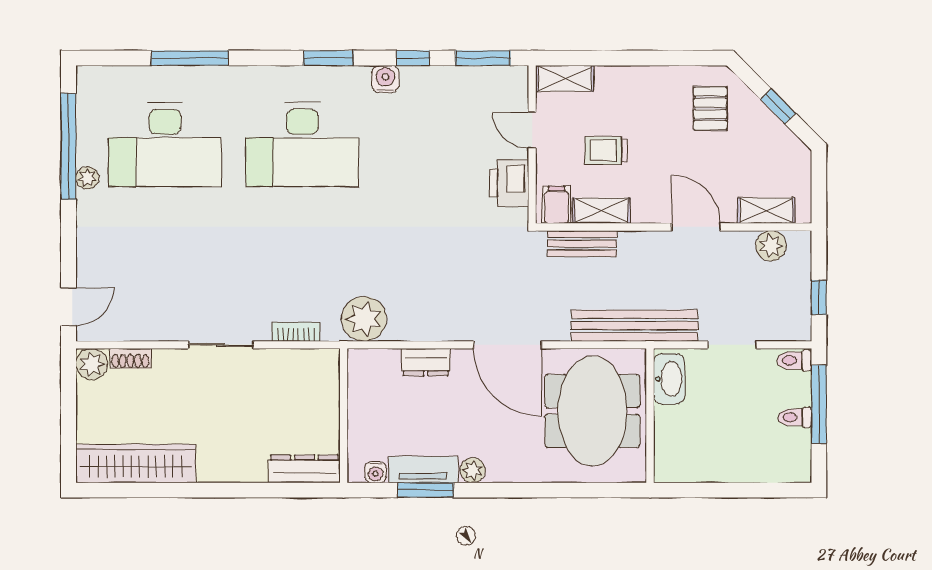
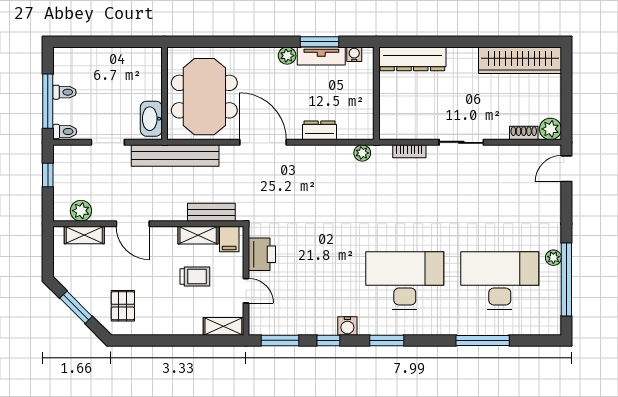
window: (778, 106) -> (76, 307), width x1.50
plant: (364, 319) -> (362, 153), width x0.53, depth x0.53
dresser: (304, 469) -> (412, 59), width x1.37, depth x1.24

